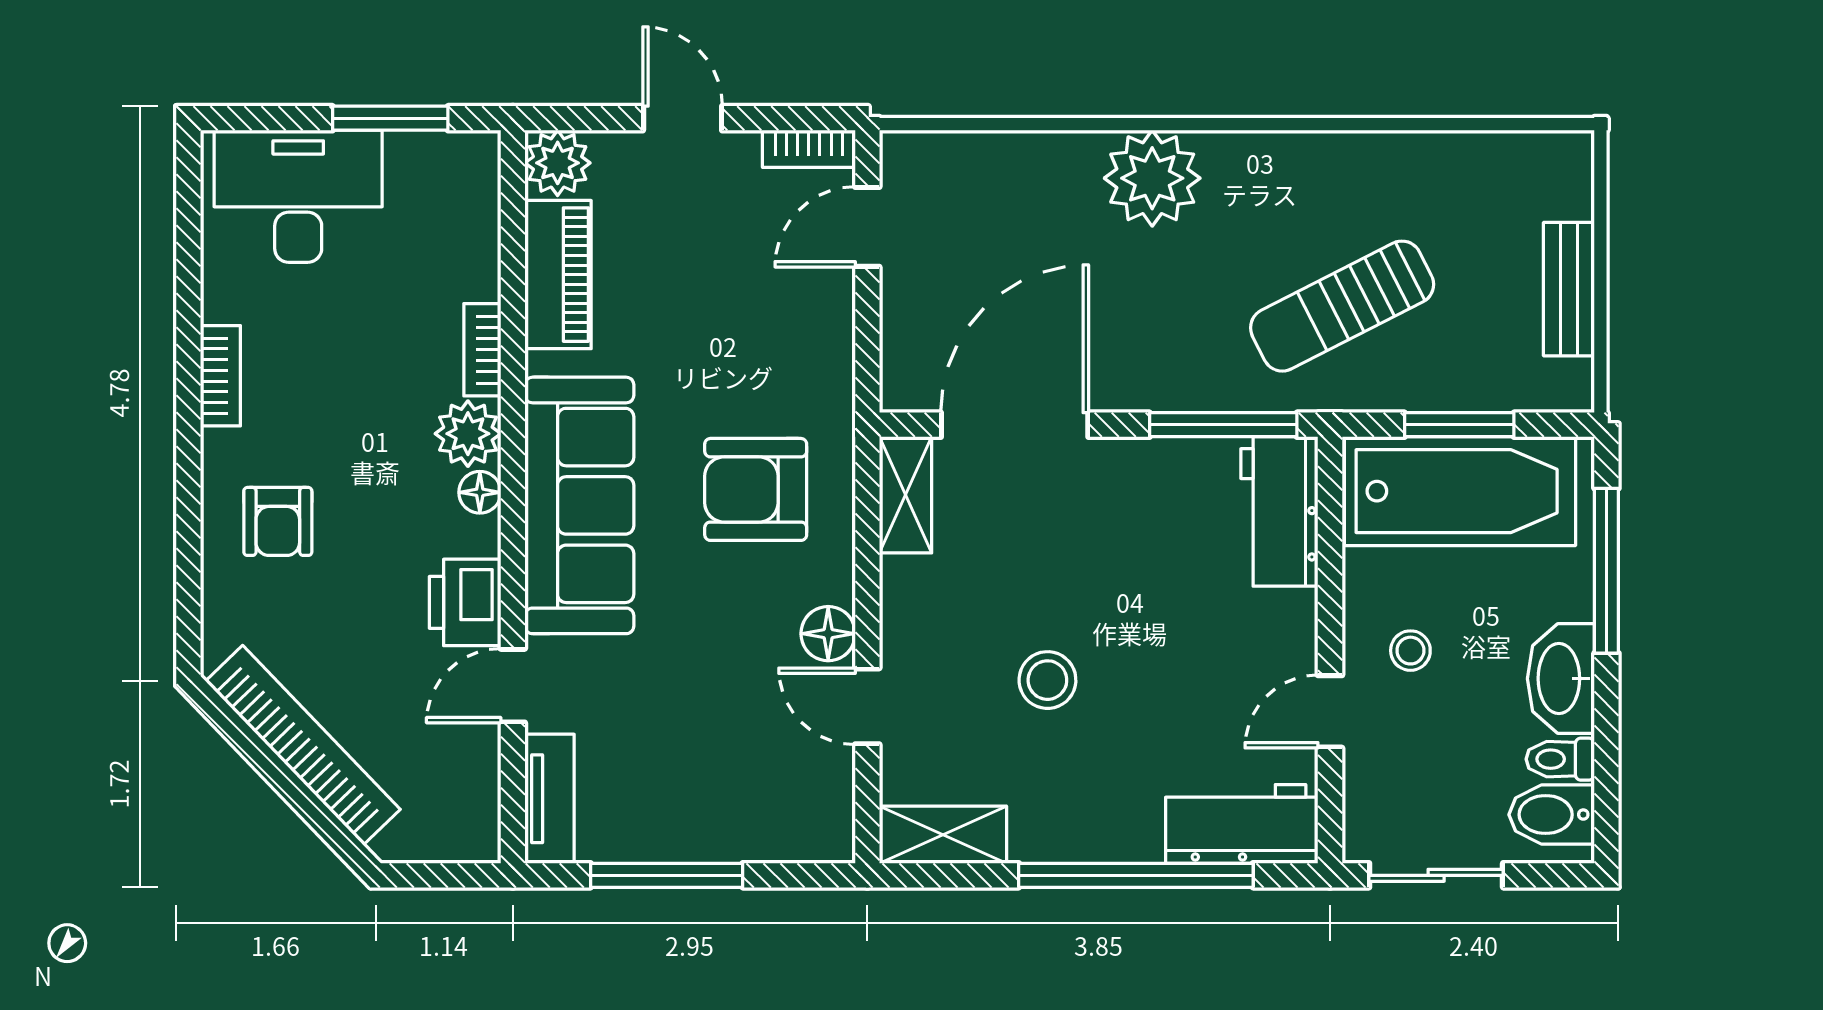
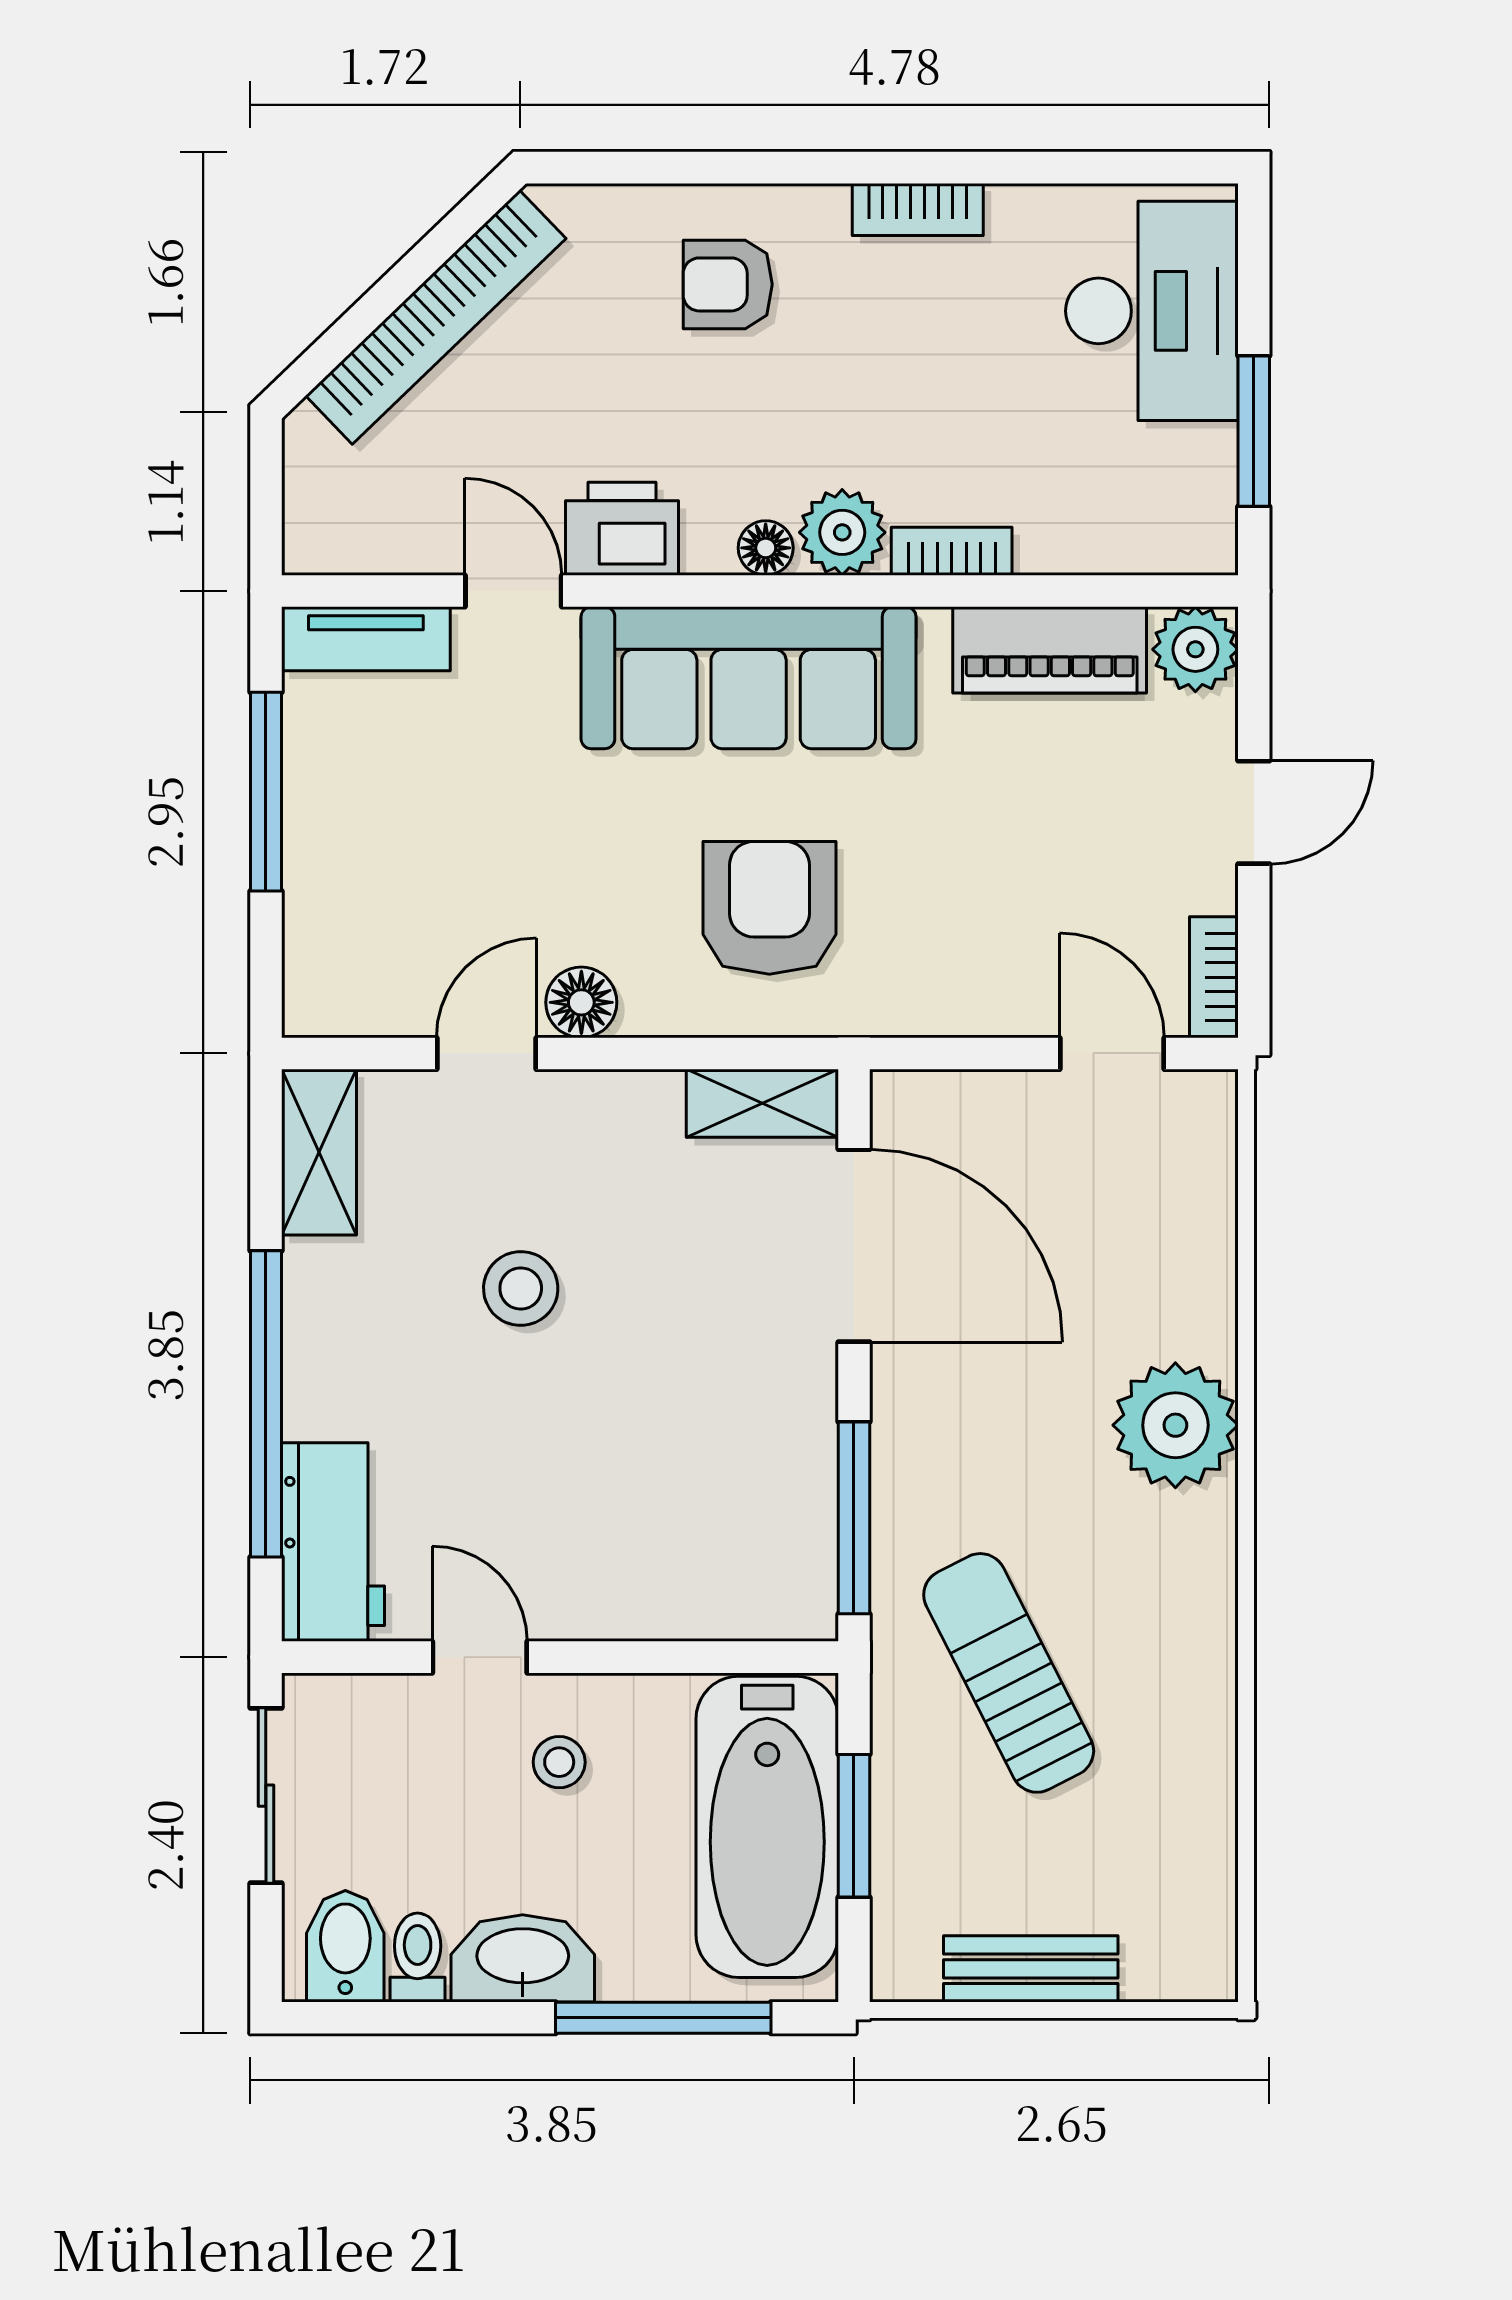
workbench: (1279, 511) -> (741, 1591), removed

